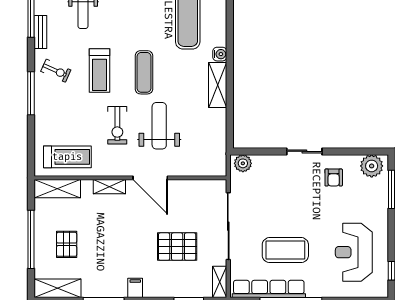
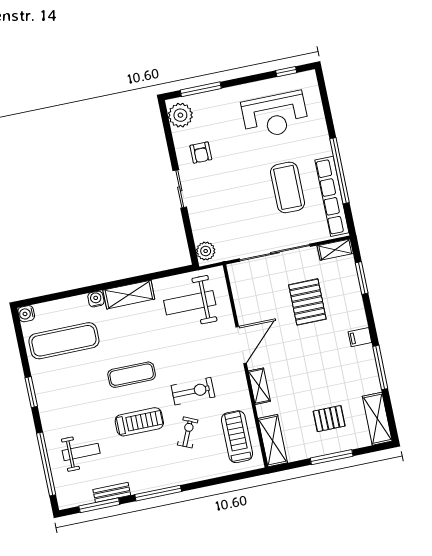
exercise bike: (56, 71) -> (188, 432), moved
window: (31, 93) -> (158, 493), moved
weight bench: (159, 126) -> (190, 303), moved
armchair: (334, 178) -> (201, 153), turned 90
window: (31, 239) -> (332, 457), width x0.68

